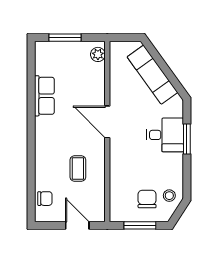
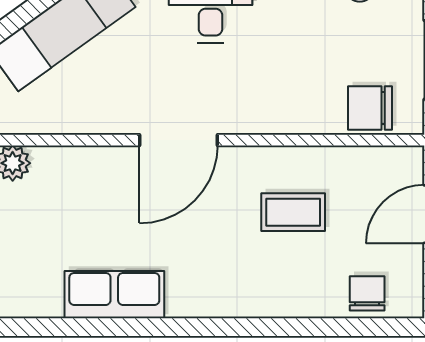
chair: (147, 199) -> (370, 108), moved

